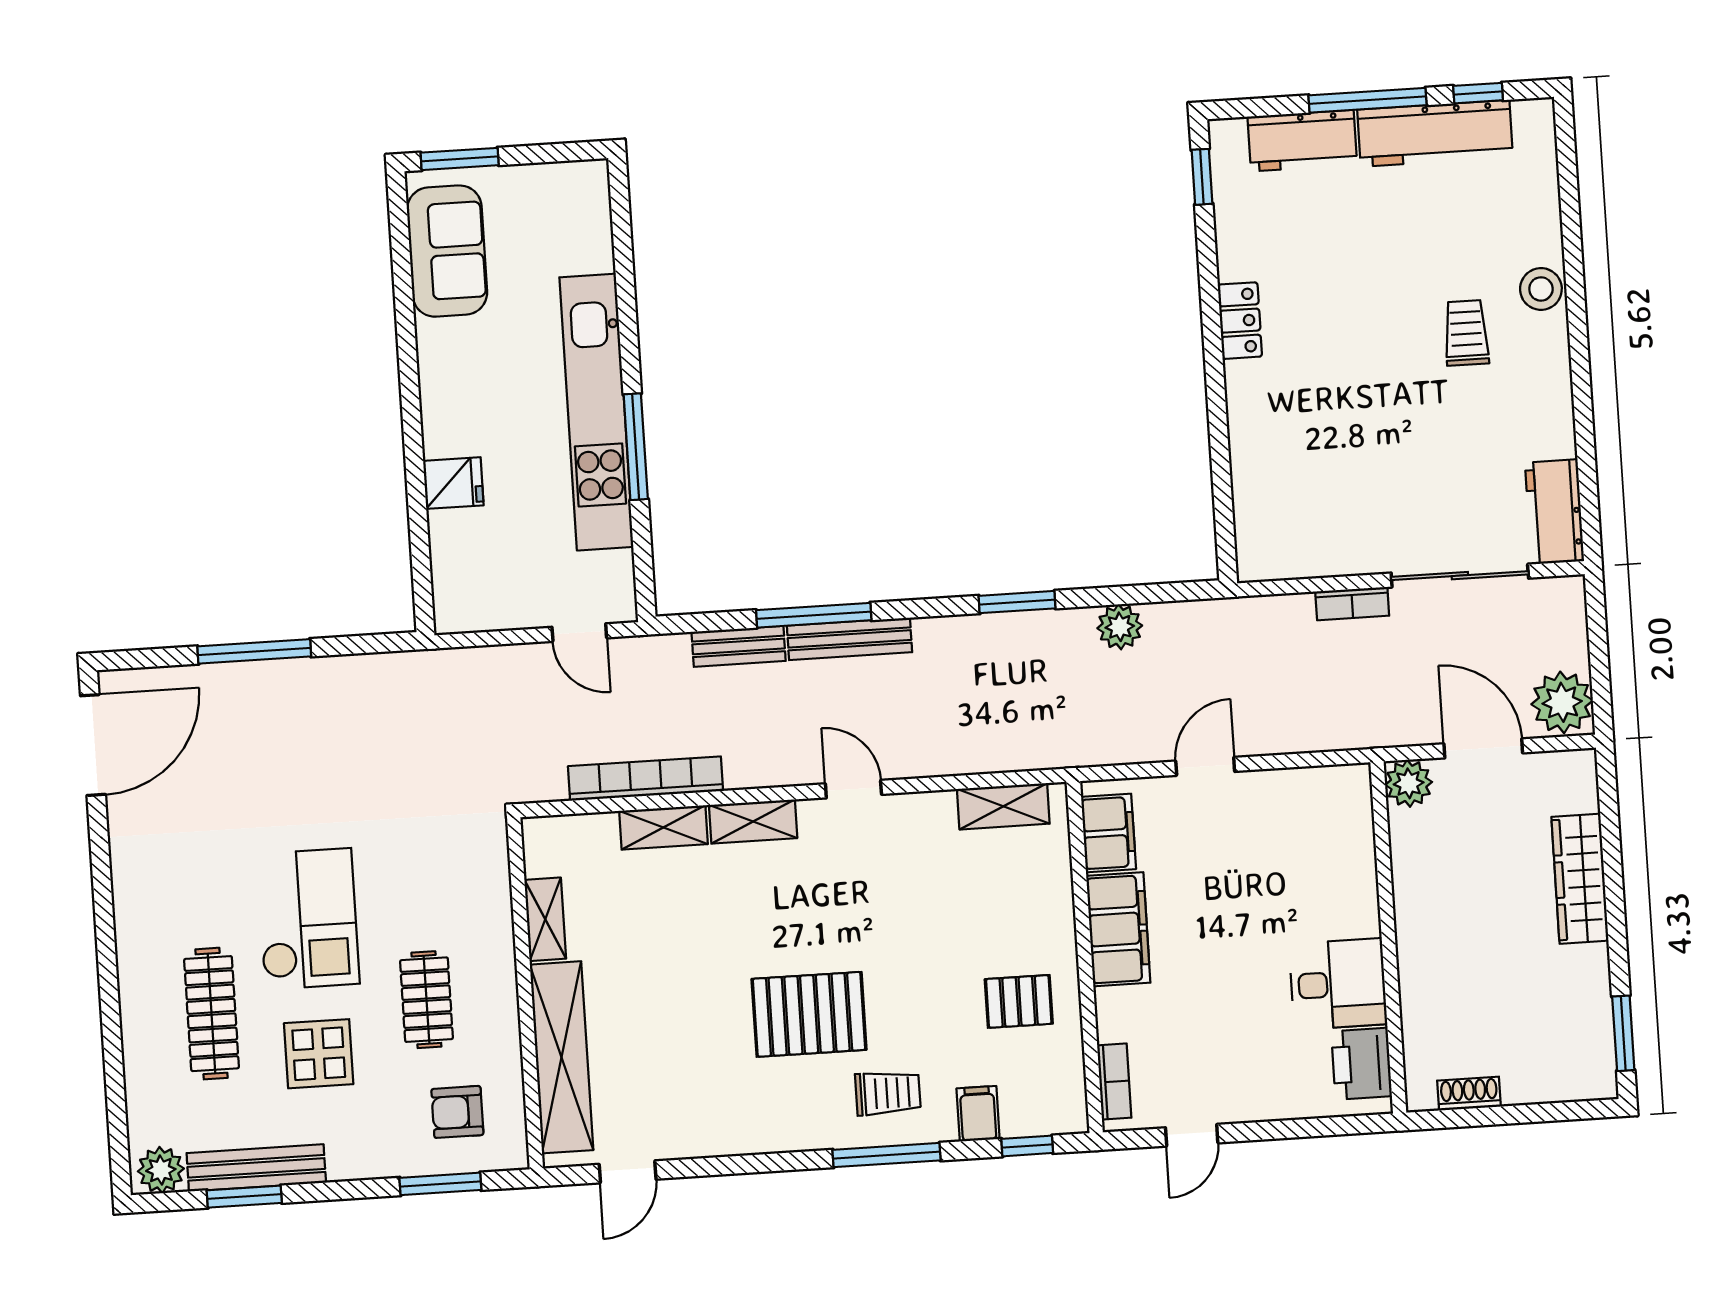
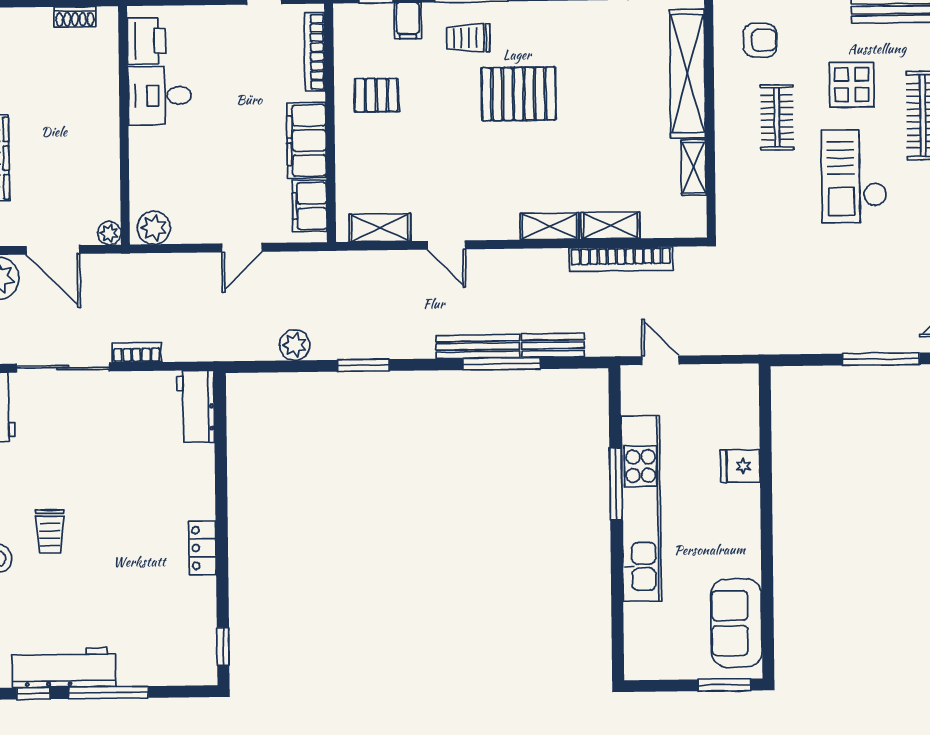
workbench: (1302, 141) -> (196, 406), moved, turned -90
plant: (1409, 783) -> (109, 233), width x0.73, depth x0.73
door: (853, 789) -> (447, 245), moved
plant: (1337, 789) -> (154, 228), added
bookcase: (1114, 1082) -> (315, 52), width x1.56

